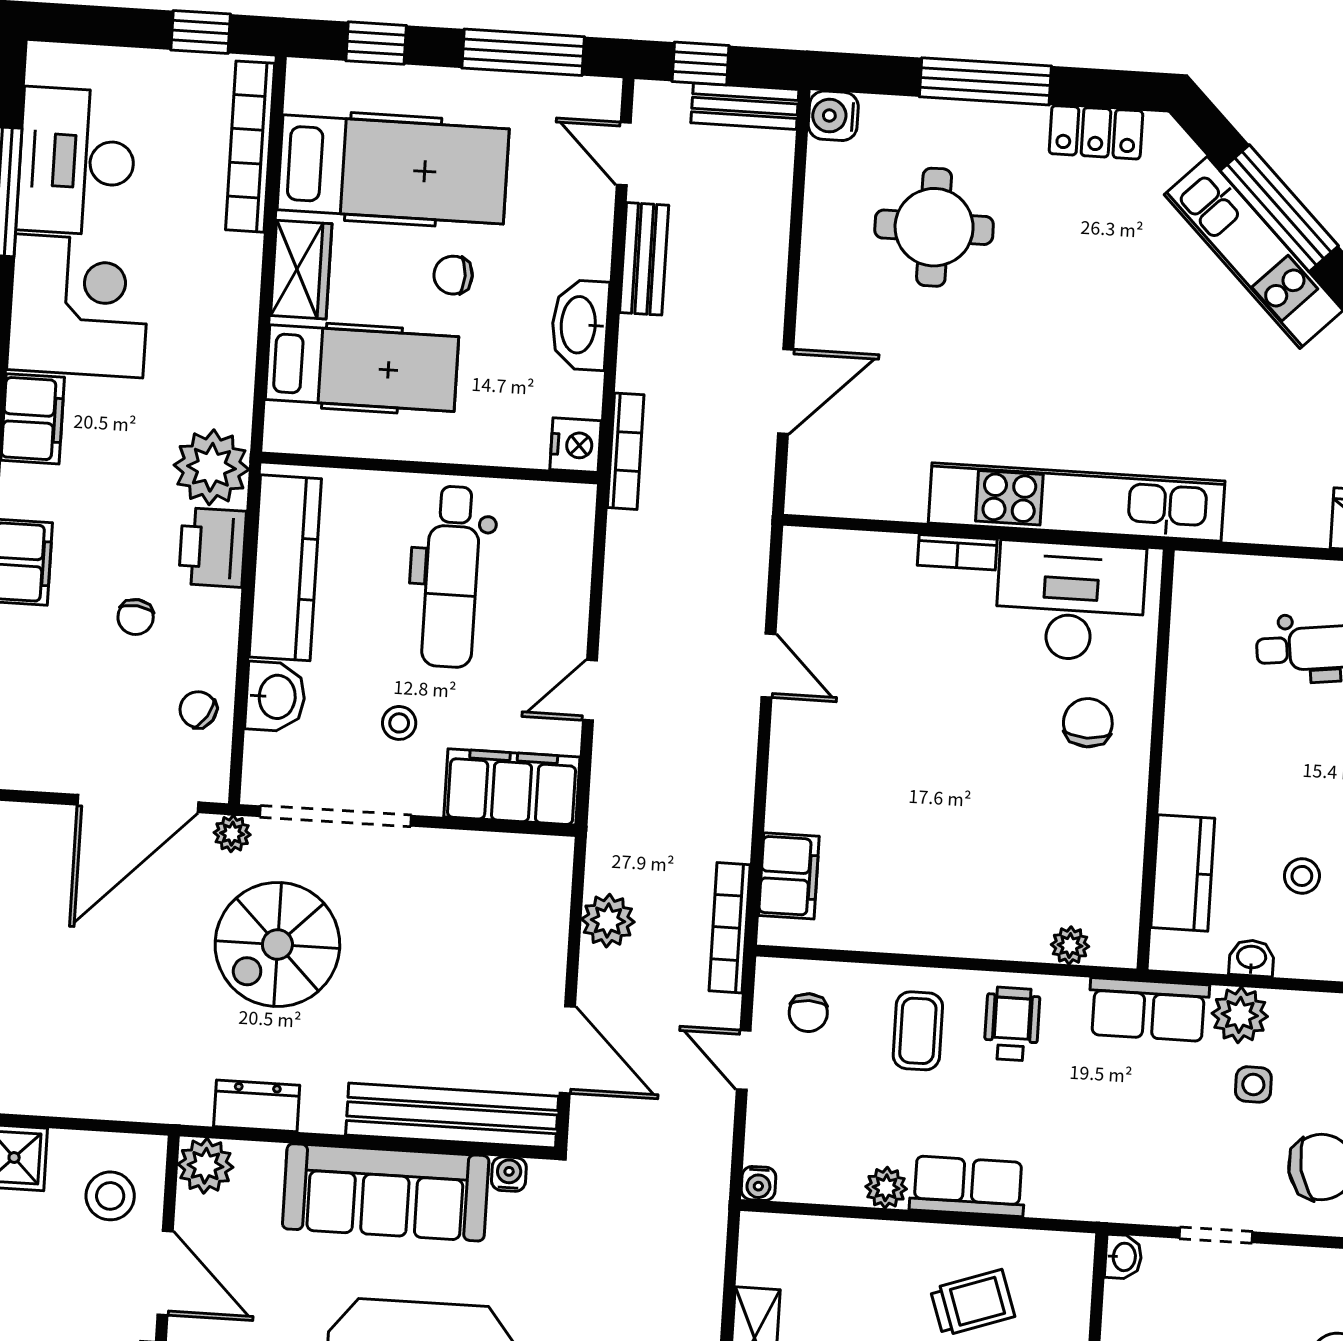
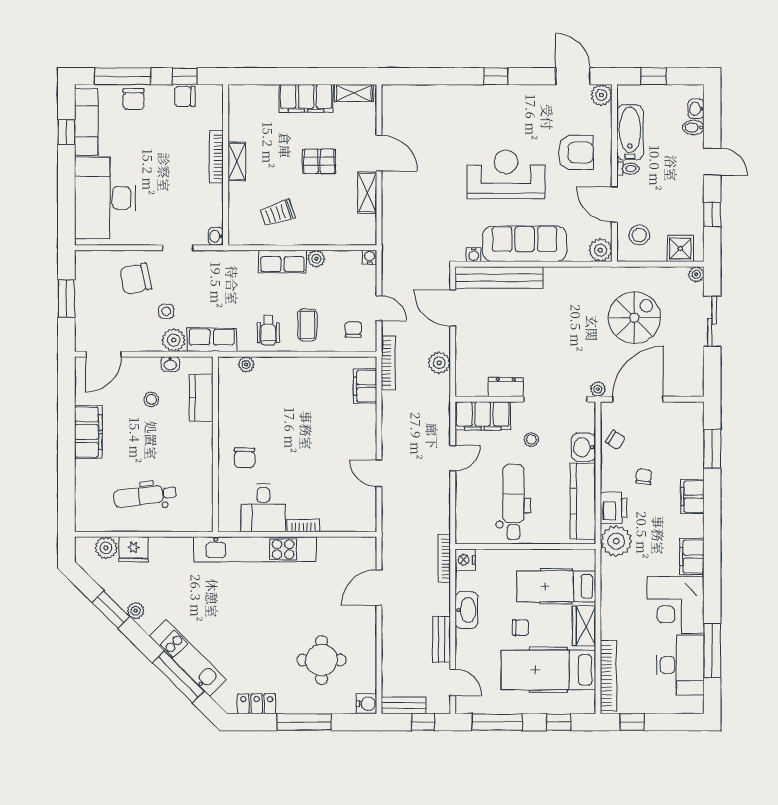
desk: (1070, 601) -> (263, 508), width x0.73
spiral stairs: (277, 944) -> (634, 318), moved
dresser: (257, 1106) -> (506, 387), moved, turned 180

